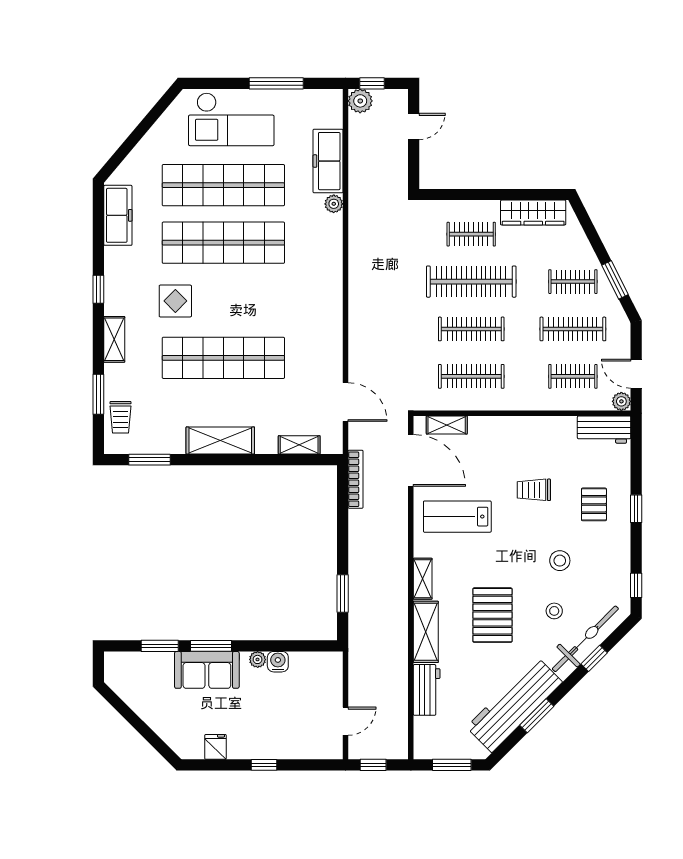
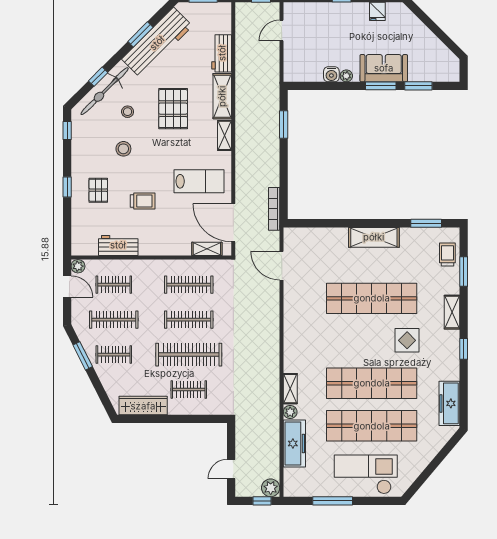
workbench: (604, 430) -> (118, 245), moved
shelving: (299, 445) -> (290, 389), moved, turned 90

